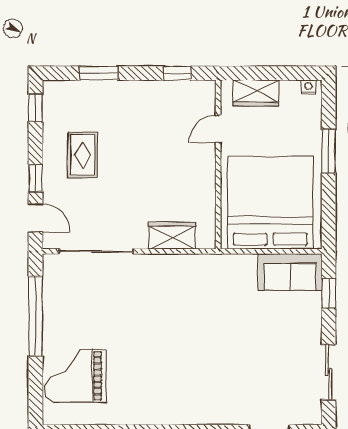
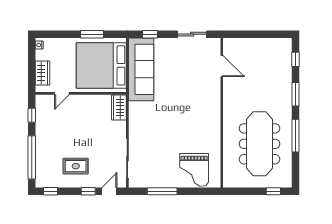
window: (99, 73) -> (32, 157), width x2.11
door: (218, 129) -> (62, 93), hinge flipped
window: (329, 151) -> (92, 34), moved
wardrobe: (172, 235) -> (119, 107), moved
sofa: (290, 272) -> (141, 69), width x1.85, depth x1.27
window: (35, 316) -> (162, 191), width x0.68

